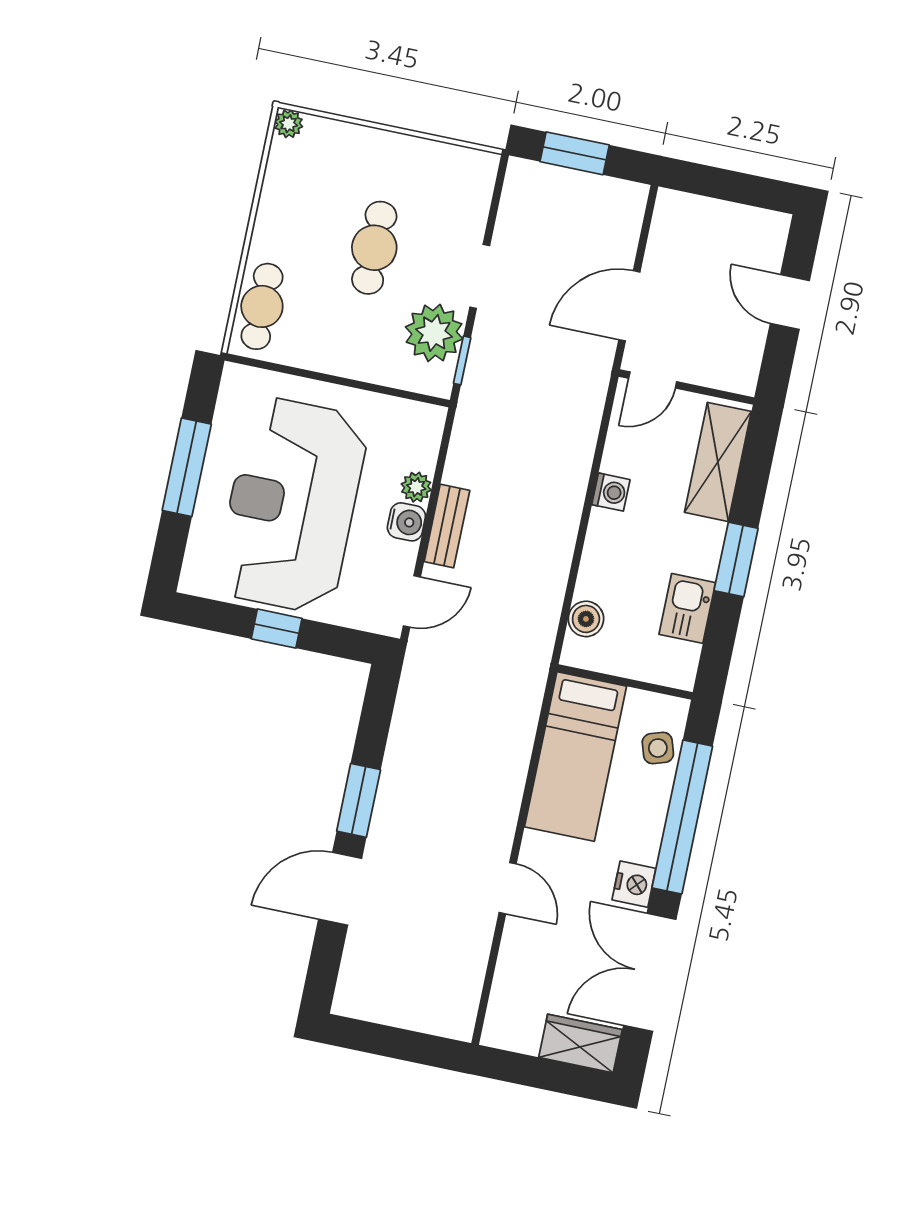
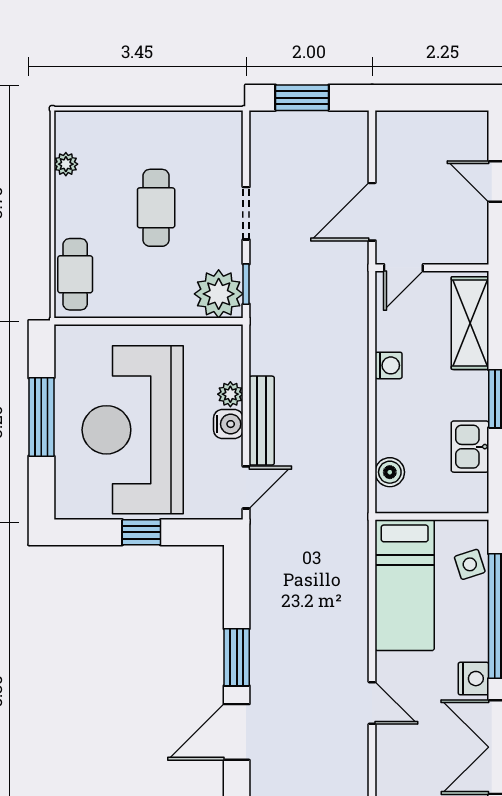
plant: (289, 124) -> (66, 164), moved
plant: (434, 333) -> (219, 294), moved
bench: (447, 526) -> (262, 421), width x1.36

